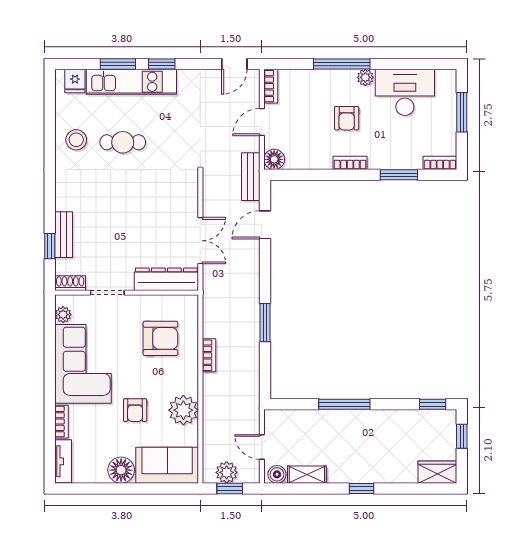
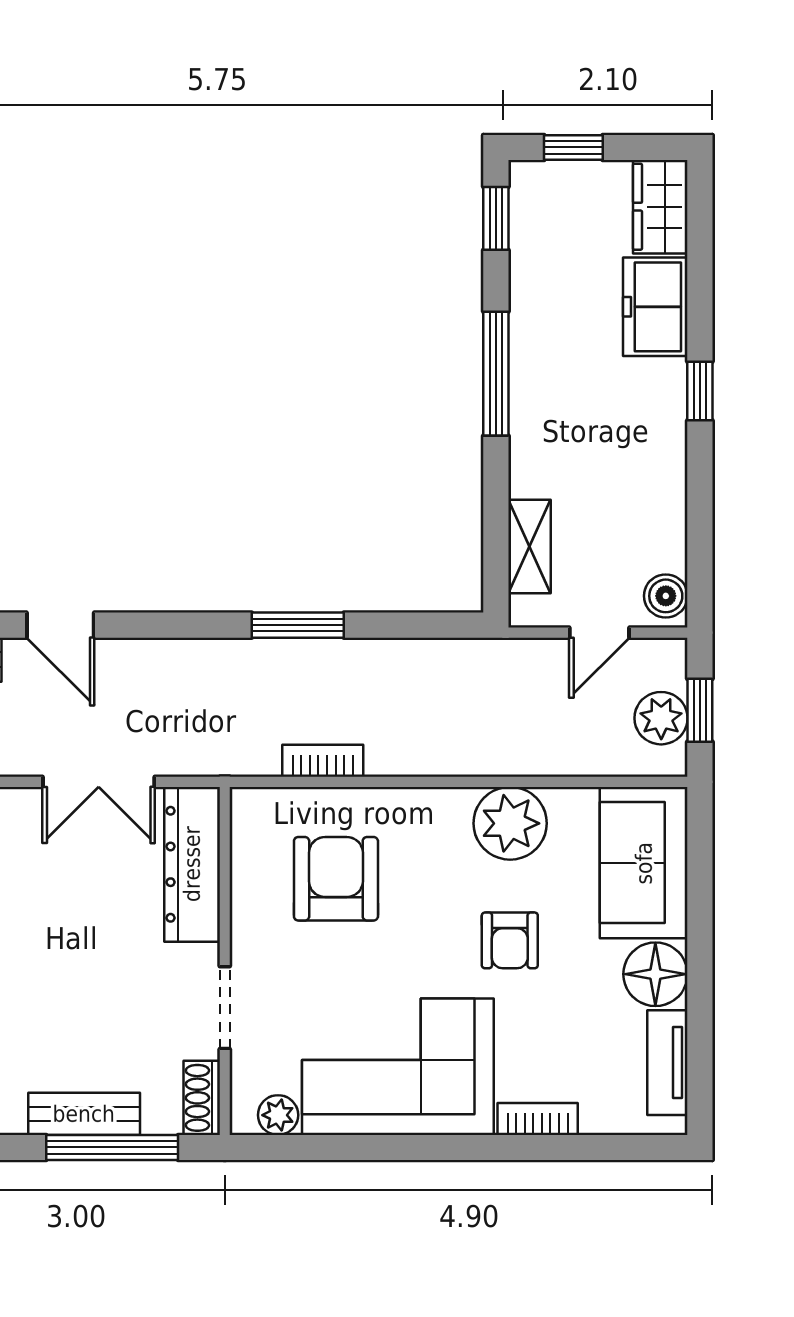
double door: (200, 241) -> (99, 782), swing flipped
window: (50, 246) -> (112, 1147), width x2.17
bookcase: (209, 355) -> (323, 761), moved
window: (344, 404) -> (496, 374), moved
armchair: (135, 410) -> (510, 940), turned 90
tv unit: (63, 461) -> (667, 1063), moved, turned -90
freezer: (396, 470) -> (655, 307), added
shelving: (307, 475) -> (529, 546), moved

